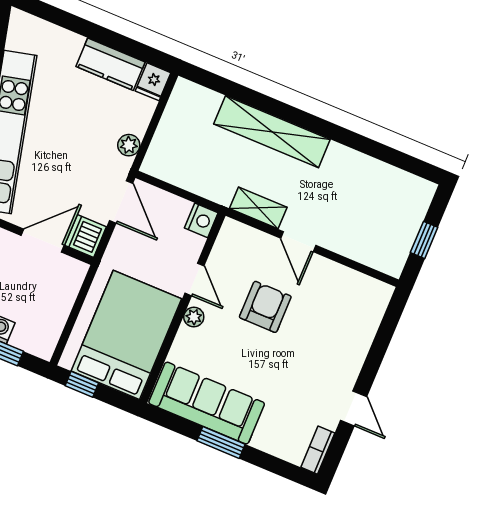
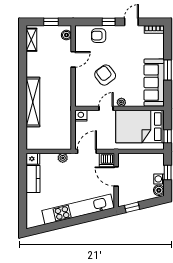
shelving: (258, 208) -> (31, 40), moved
door: (298, 242) -> (73, 59), moved
boiler: (383, 261) -> (66, 35), added
armchair: (265, 307) -> (105, 75), turned 53
armchair: (354, 328) -> (99, 36), added
window: (373, 361) -> (109, 22), added

